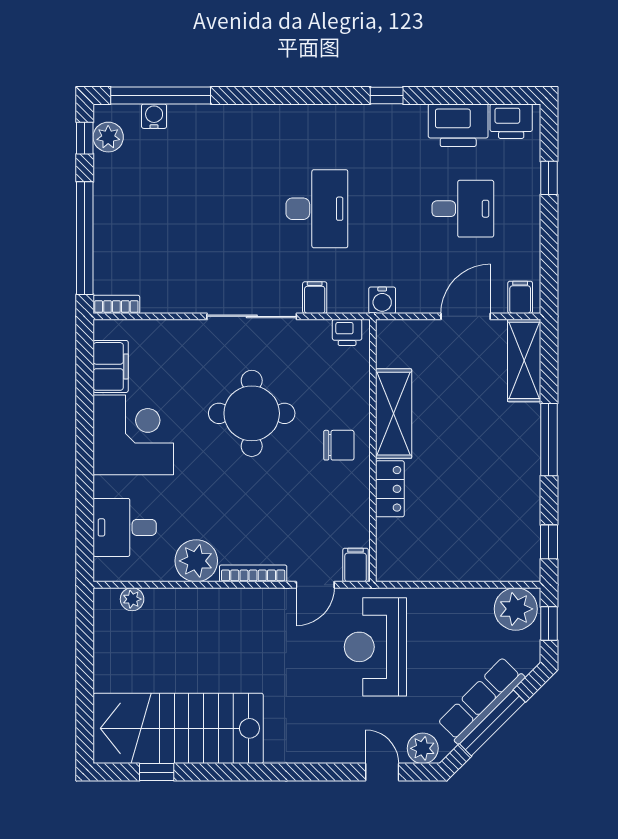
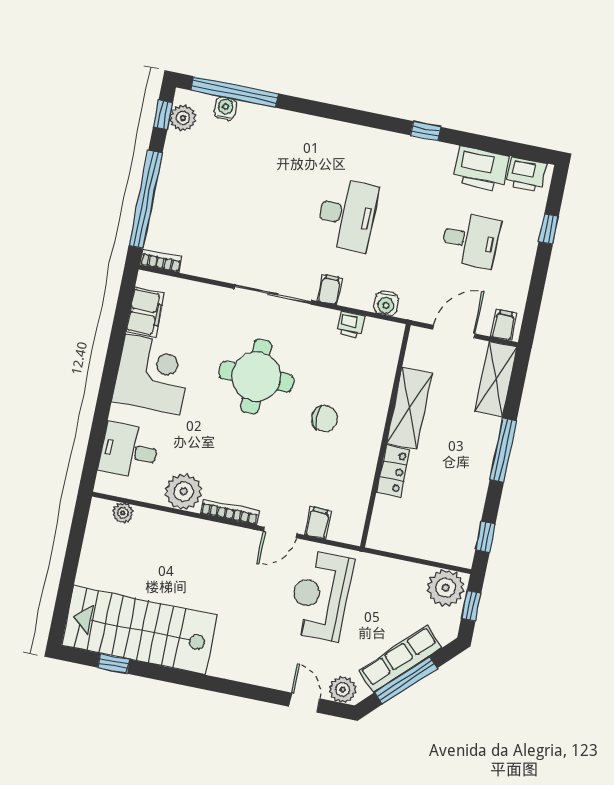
shelving: (394, 414) -> (409, 408), moved
wall: (373, 451) -> (385, 436), moved
locker: (390, 489) -> (393, 471), moved

